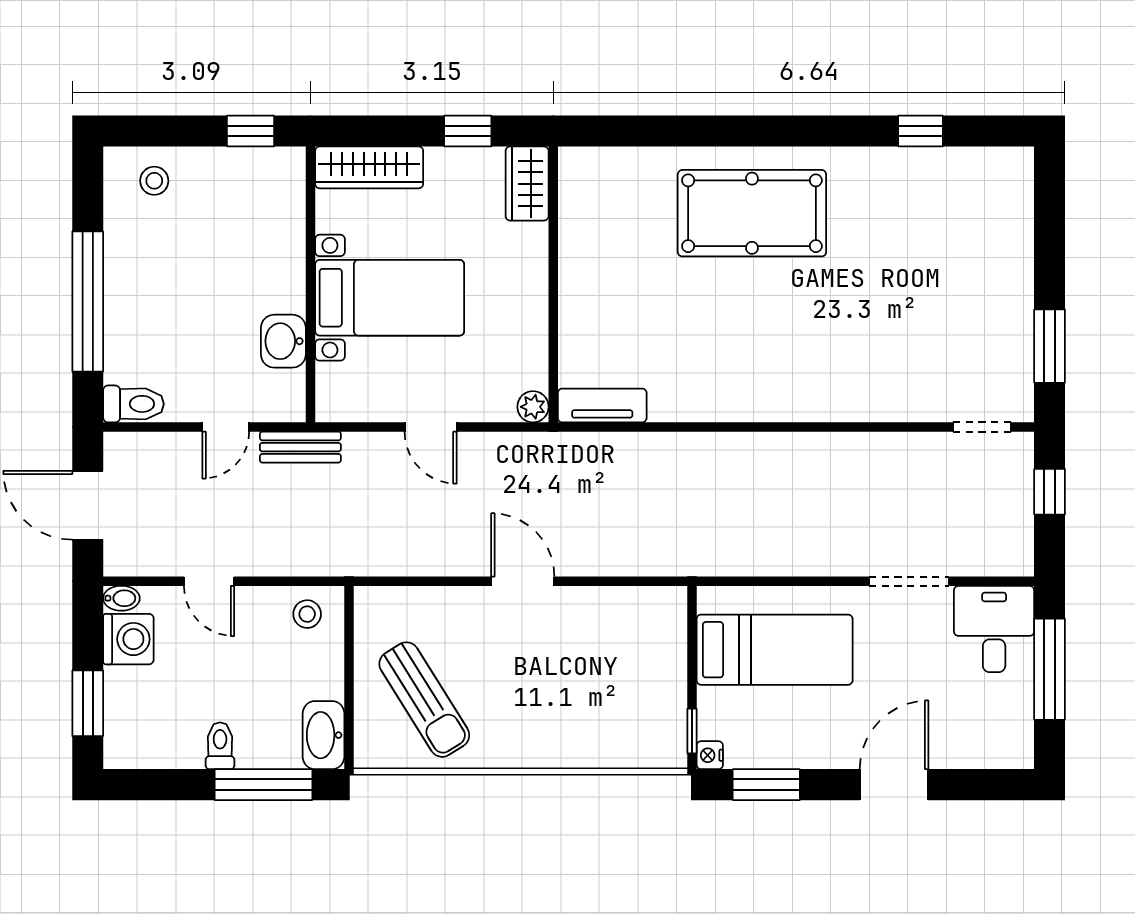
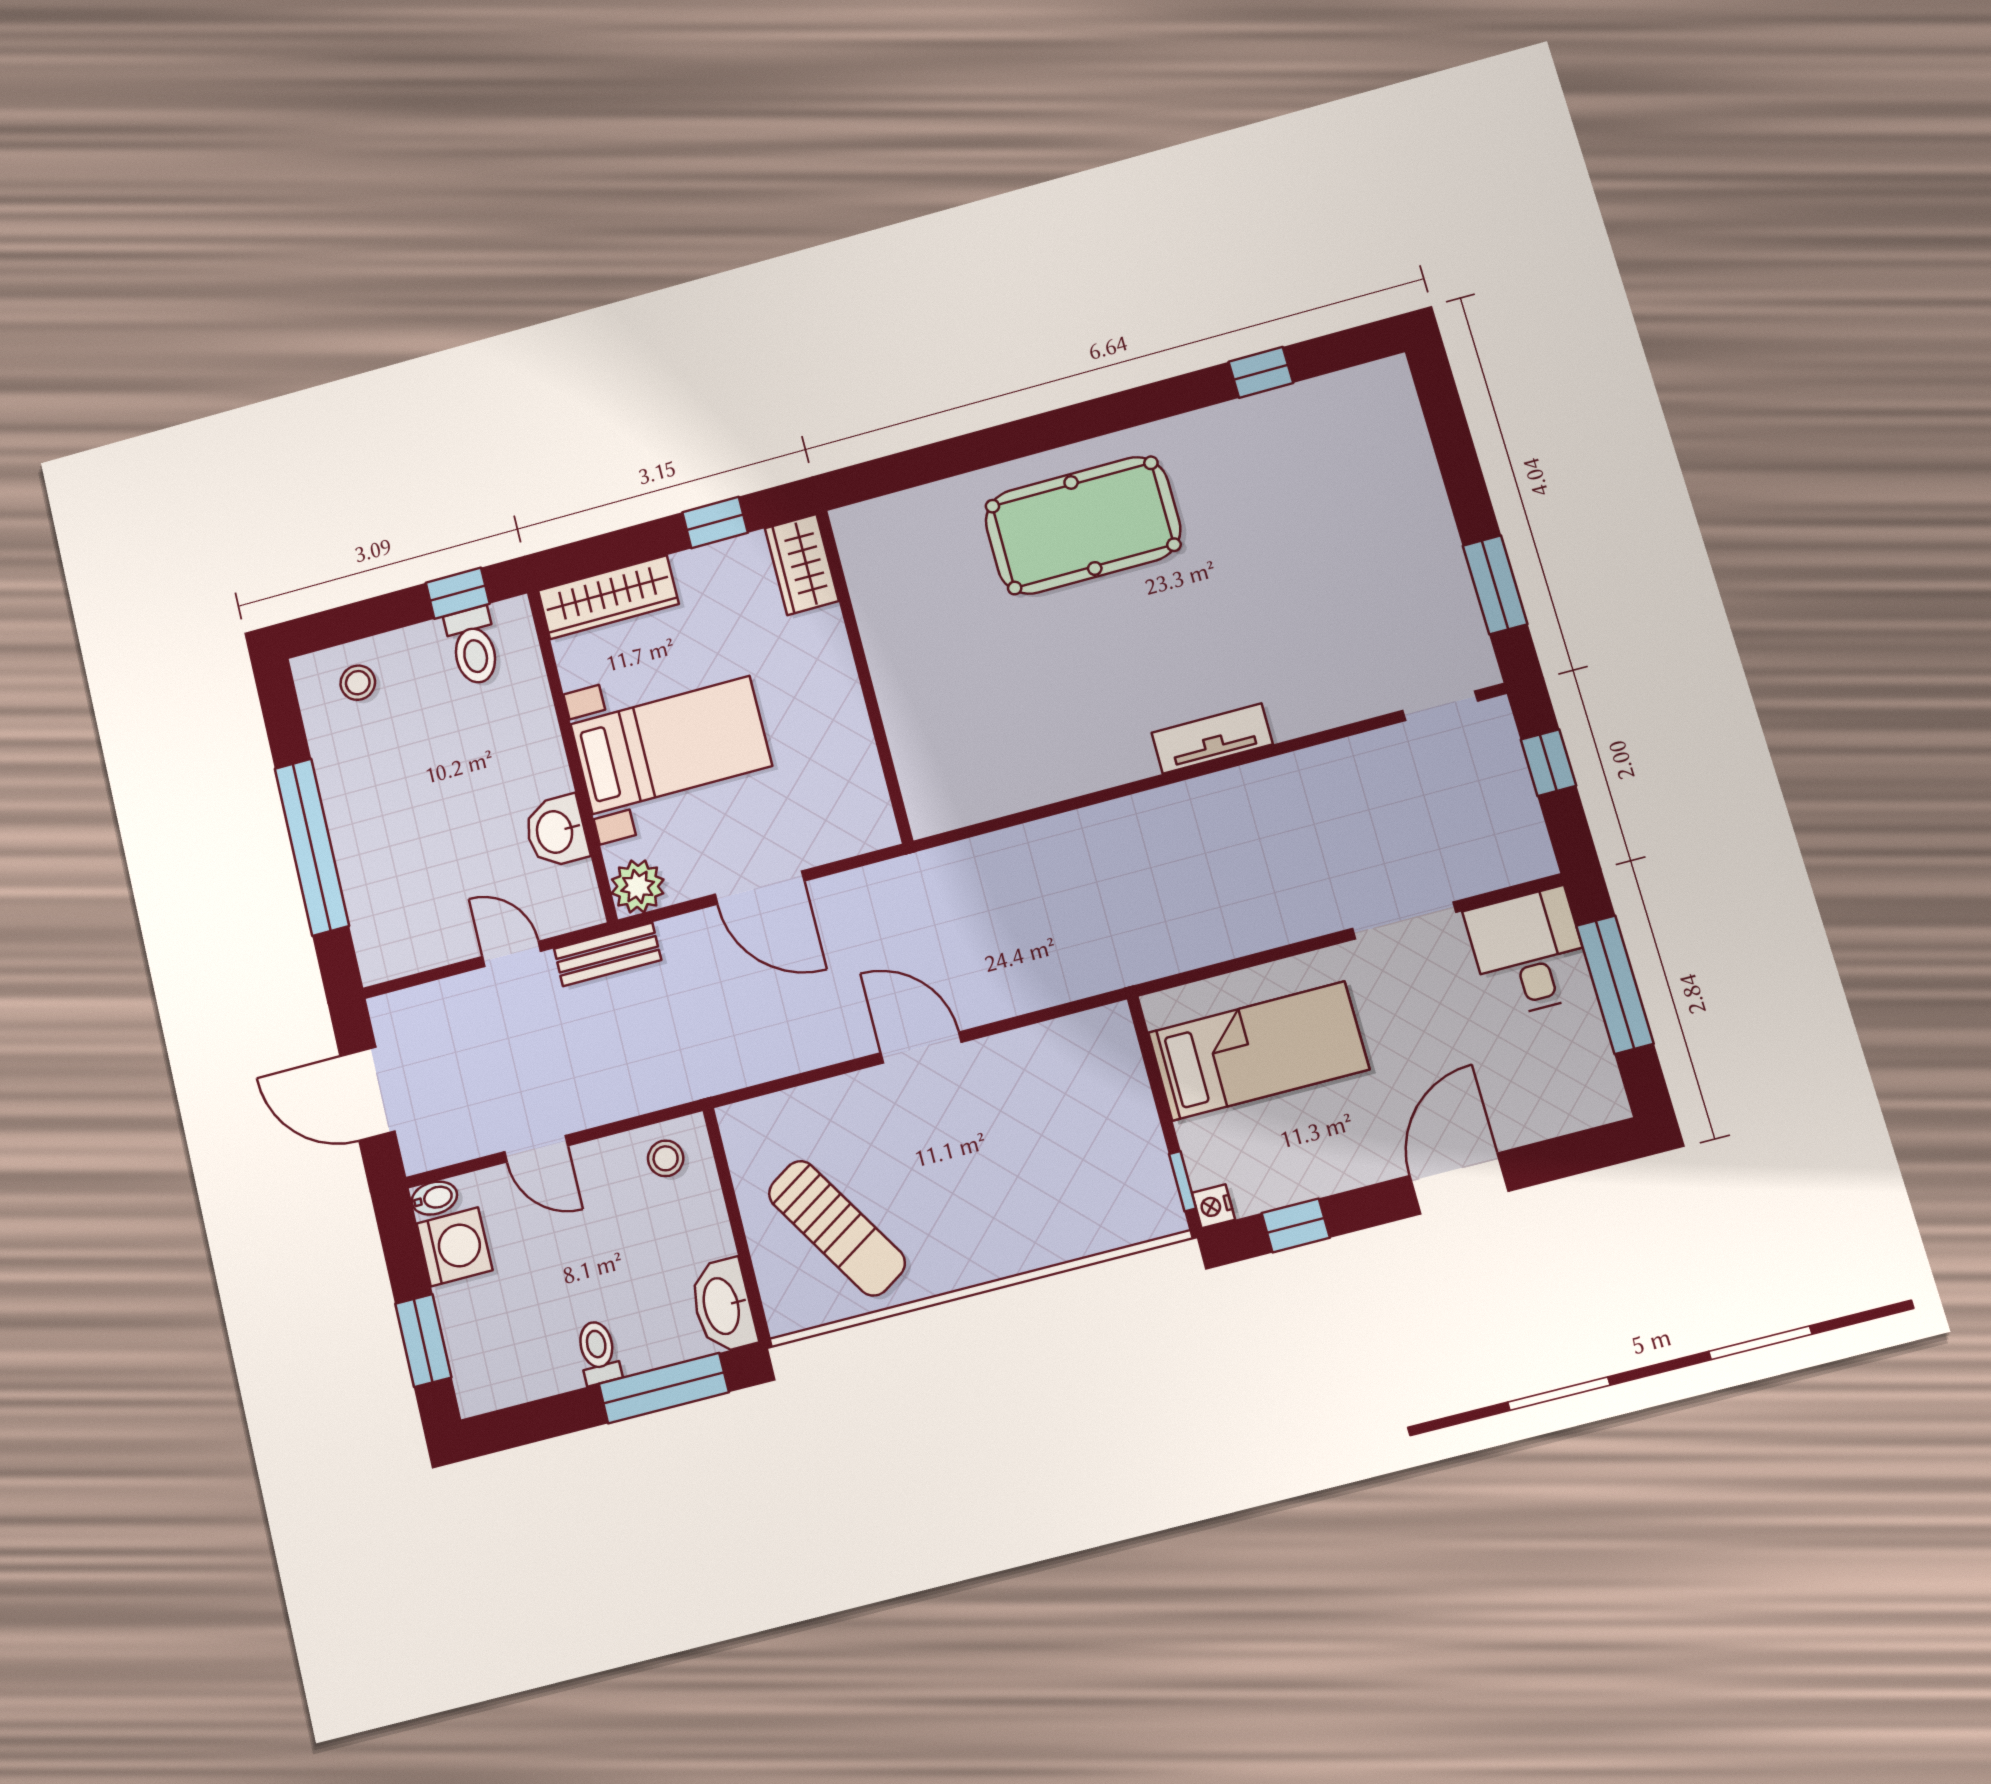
toilet: (133, 404) -> (473, 646), moved, turned 90
tv unit: (602, 405) -> (1212, 738), moved
plant: (533, 407) -> (638, 886), moved, width x1.38, depth x1.38
door: (226, 427) -> (512, 954), swing flipped
door: (431, 427) -> (760, 888), width x1.38
window: (766, 785) -> (1296, 1225), width x0.67

